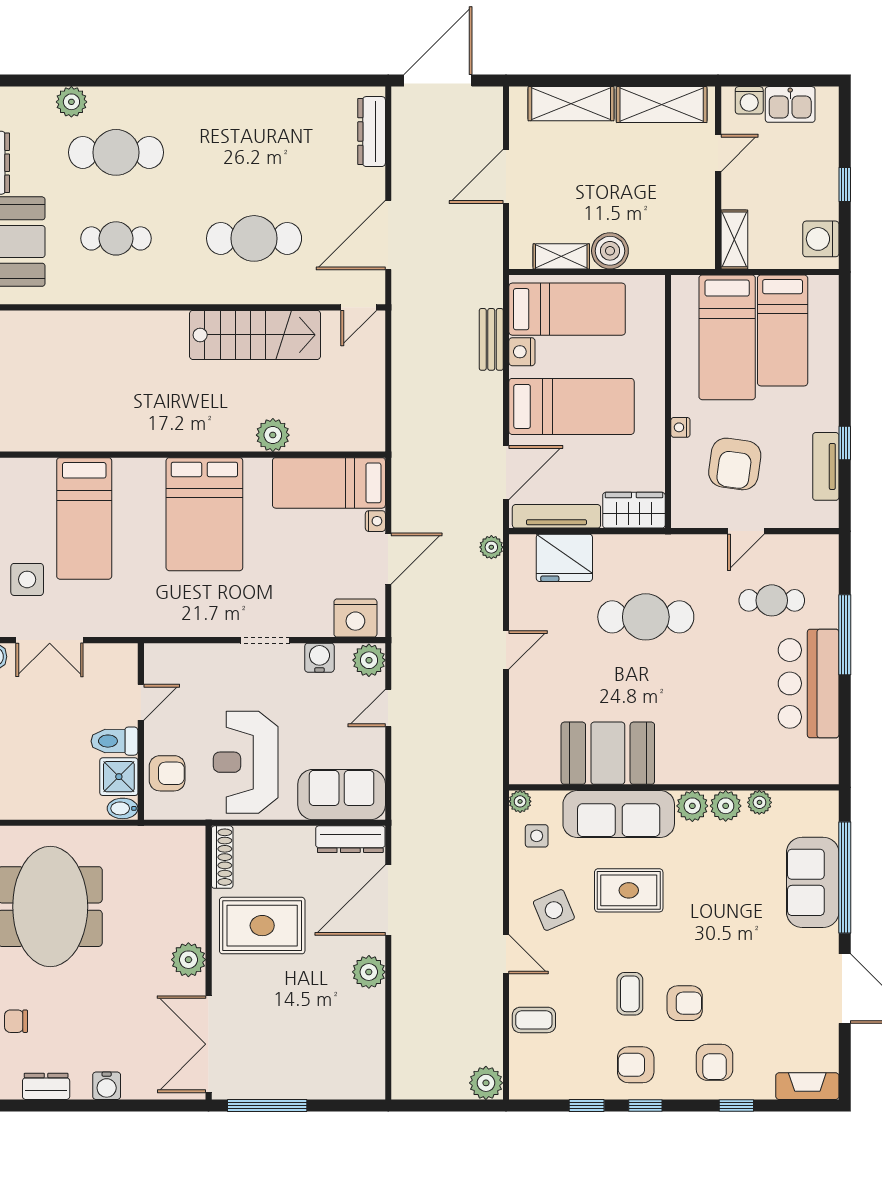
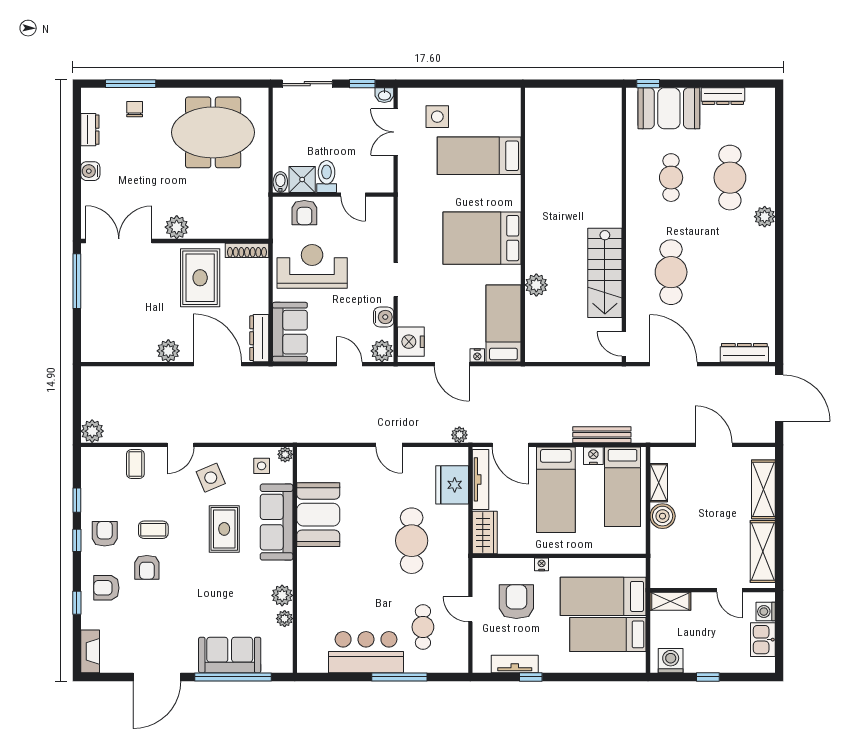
plant: (71, 102) -> (765, 217), moved
bench: (491, 339) -> (602, 435), width x1.36
armchair: (735, 464) -> (516, 602), turned 82
plant: (692, 806) -> (282, 573), removed

